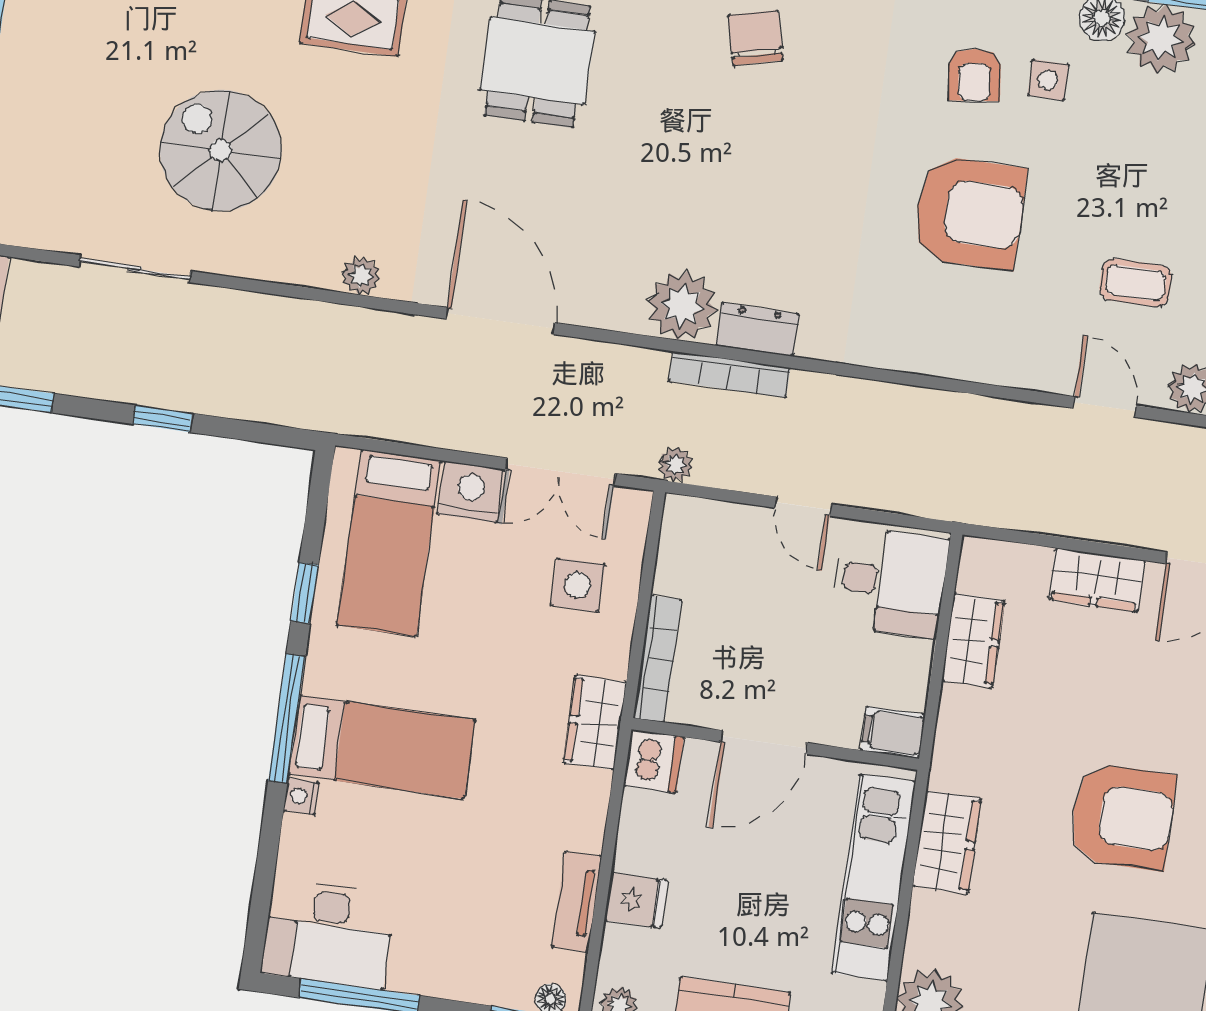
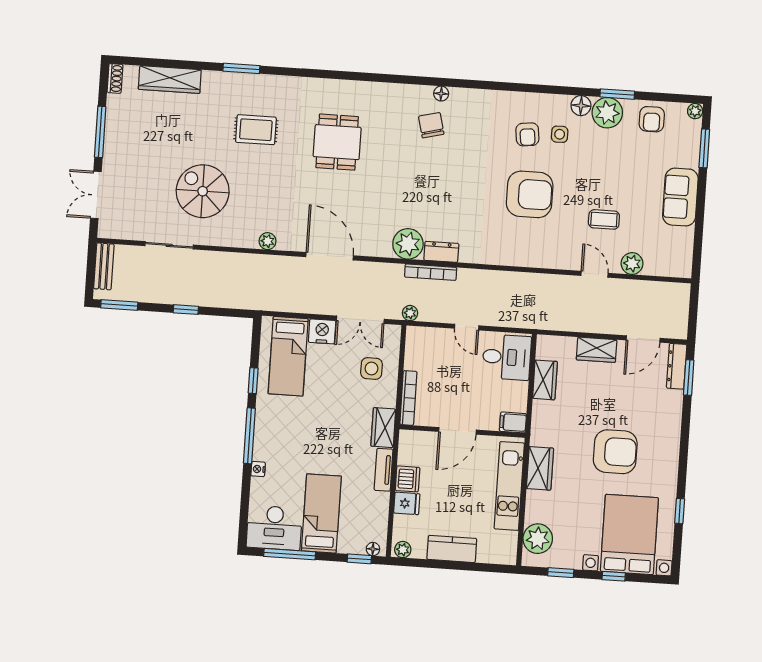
bed: (382, 747) -> (321, 513), moved, turned -90
dishwasher: (654, 761) -> (408, 479), moved
tv unit: (577, 902) -> (384, 470), moved

